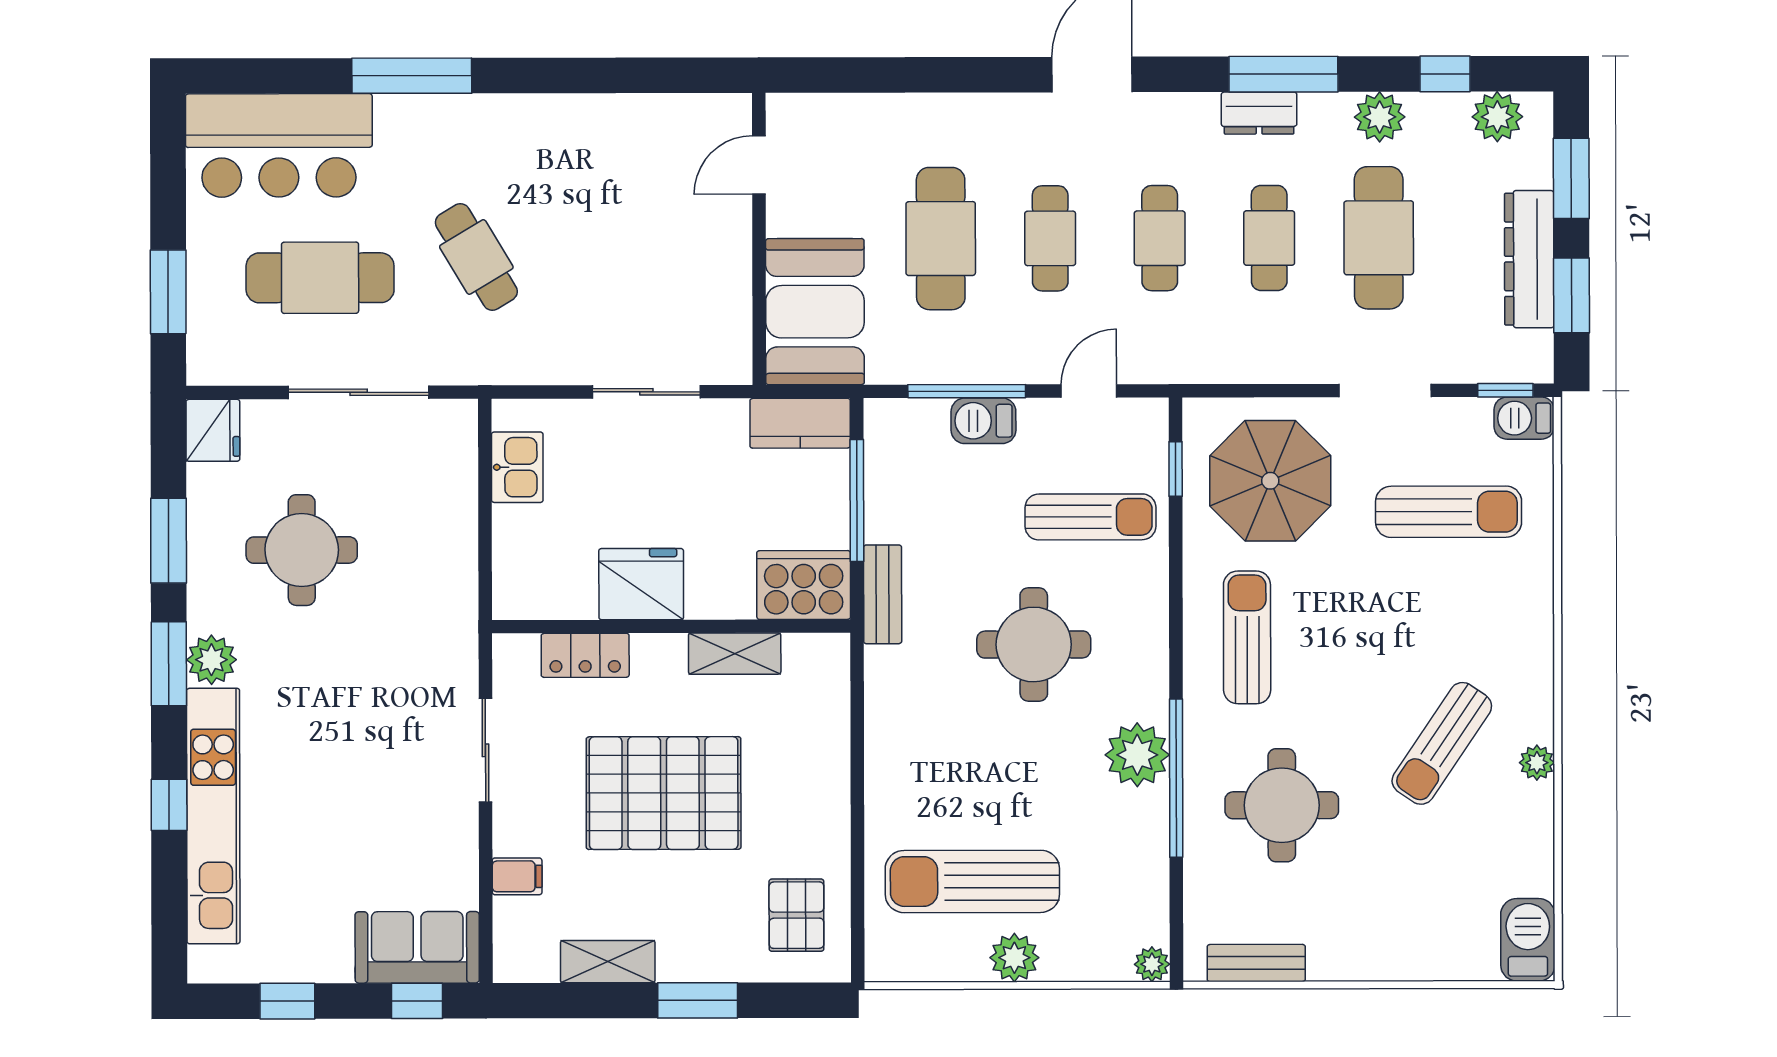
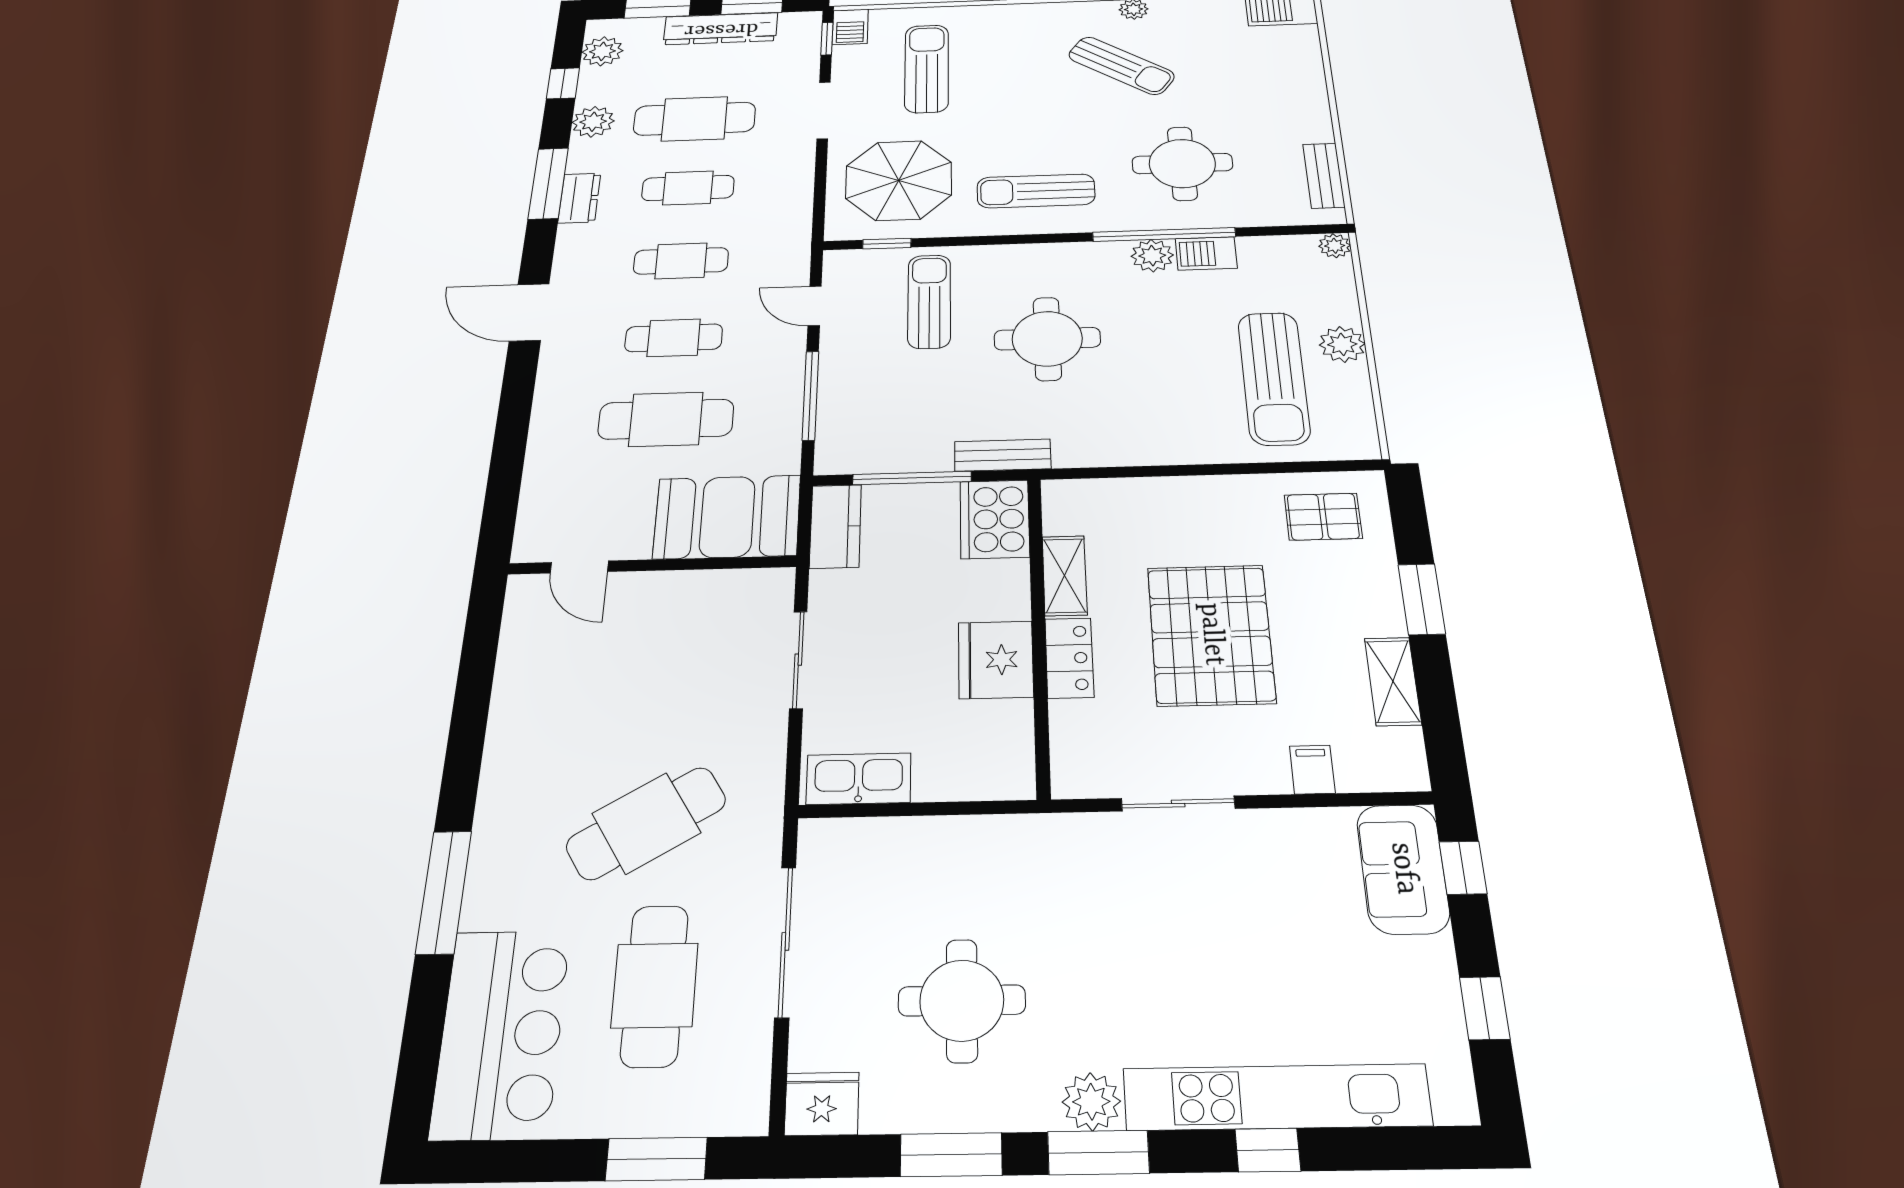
cafe table: (476, 257) -> (646, 823), width x1.37, depth x1.35
barbecue: (983, 421) -> (1206, 253), moved, turned 90
kitchen sink: (517, 467) -> (859, 779), width x1.38
locker: (585, 655) -> (1069, 658), moved
plant: (1137, 755) -> (1152, 256), width x0.73, depth x0.73

